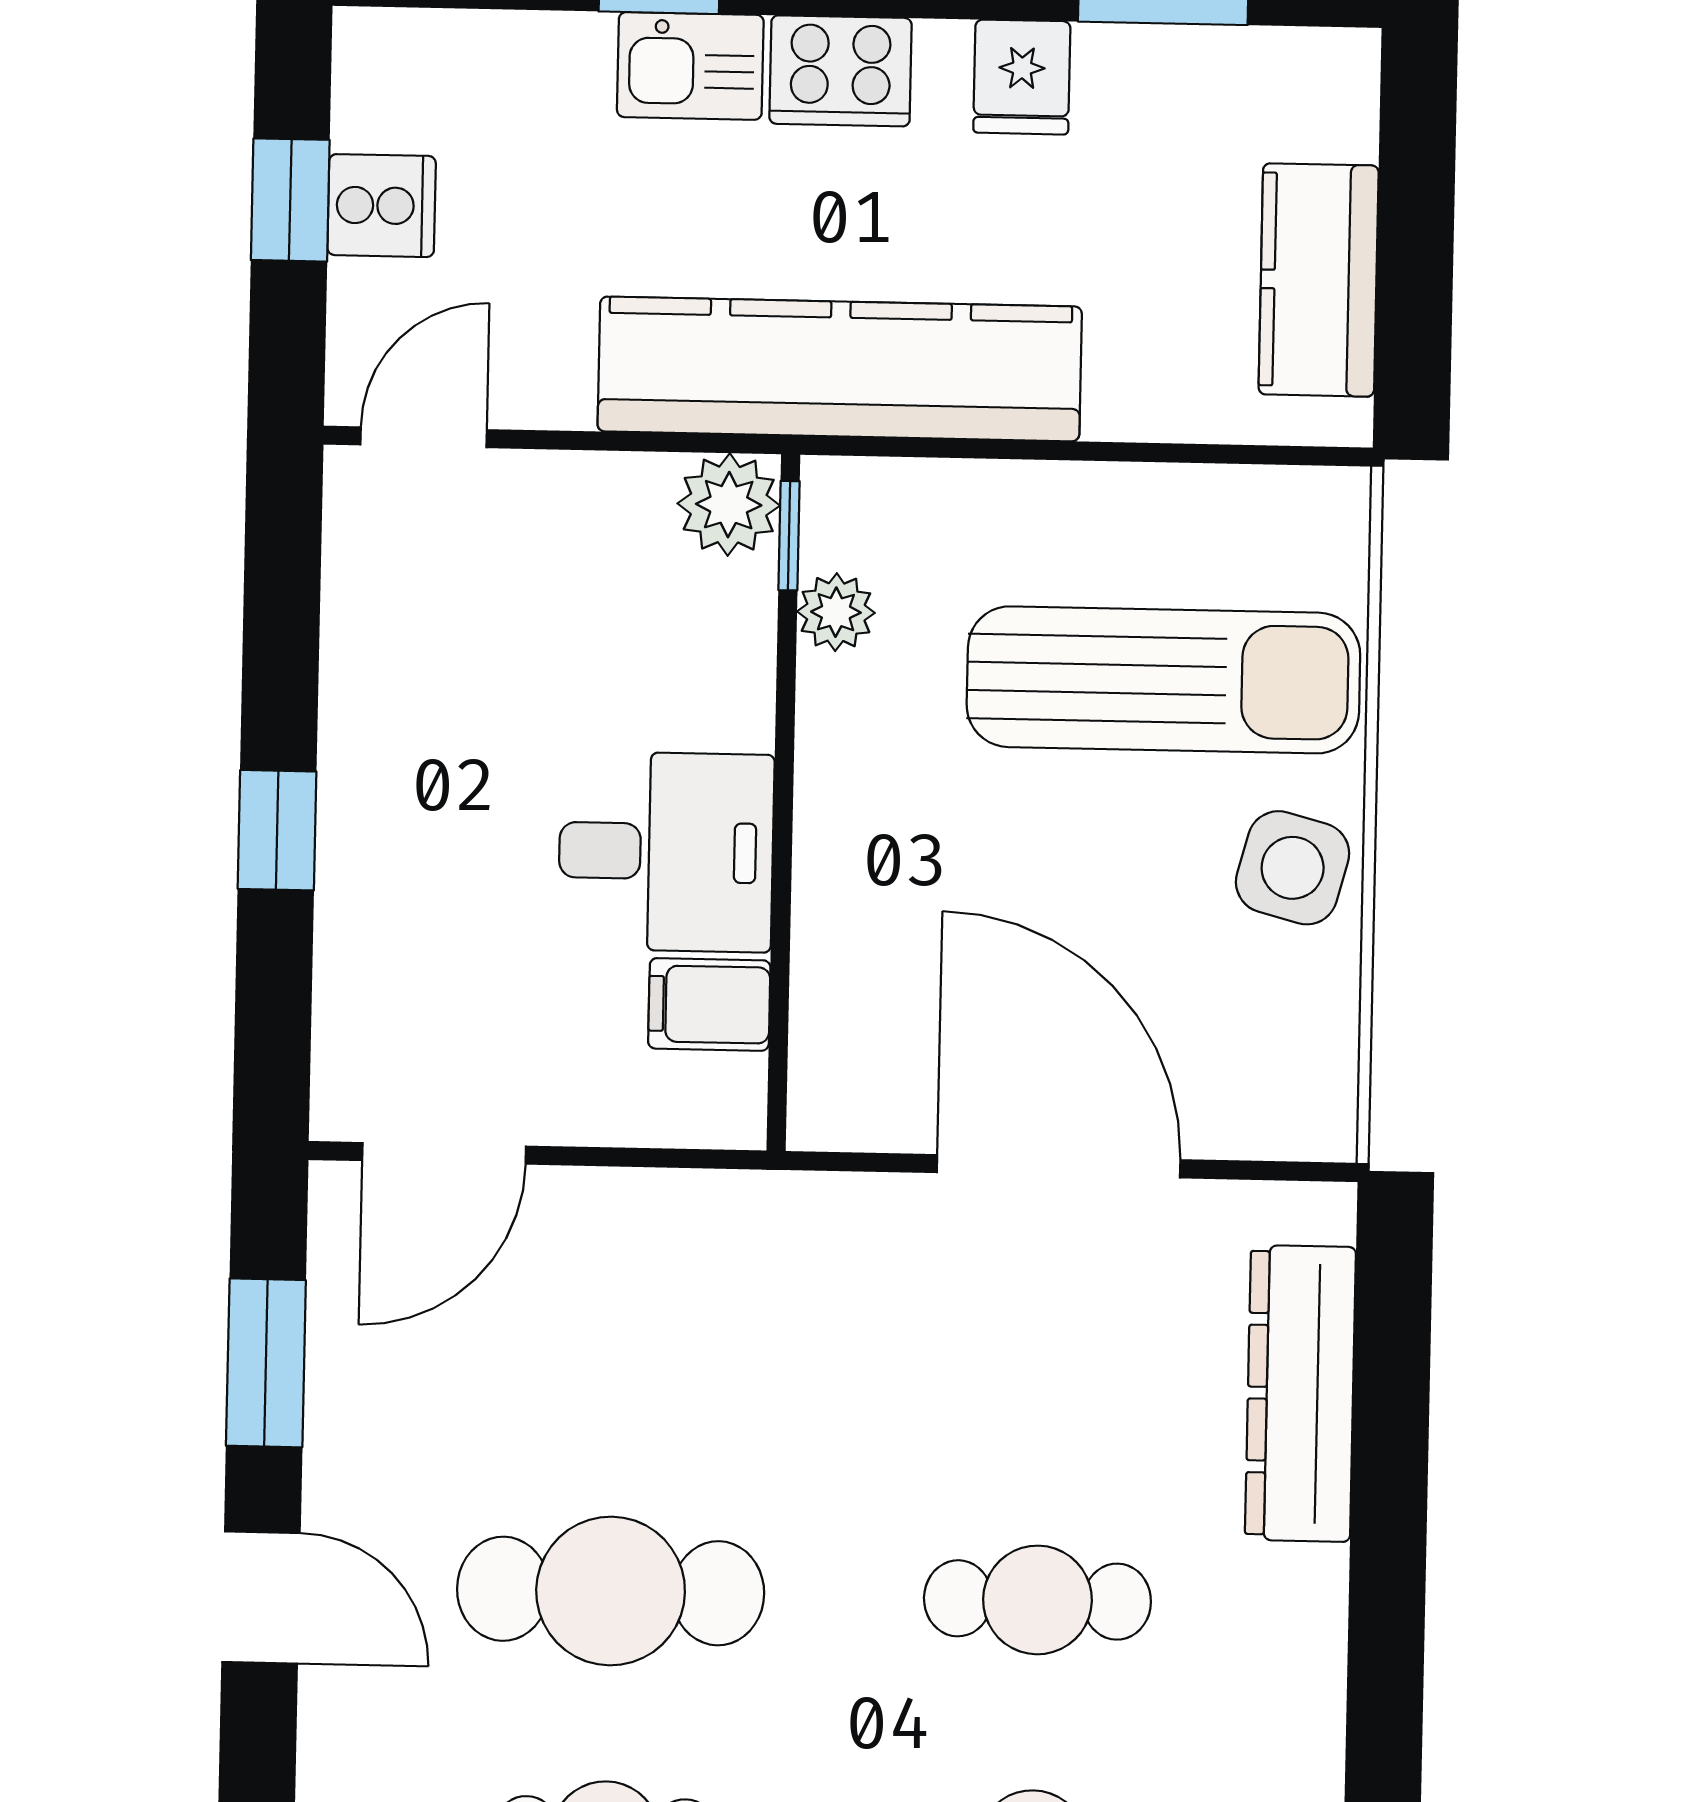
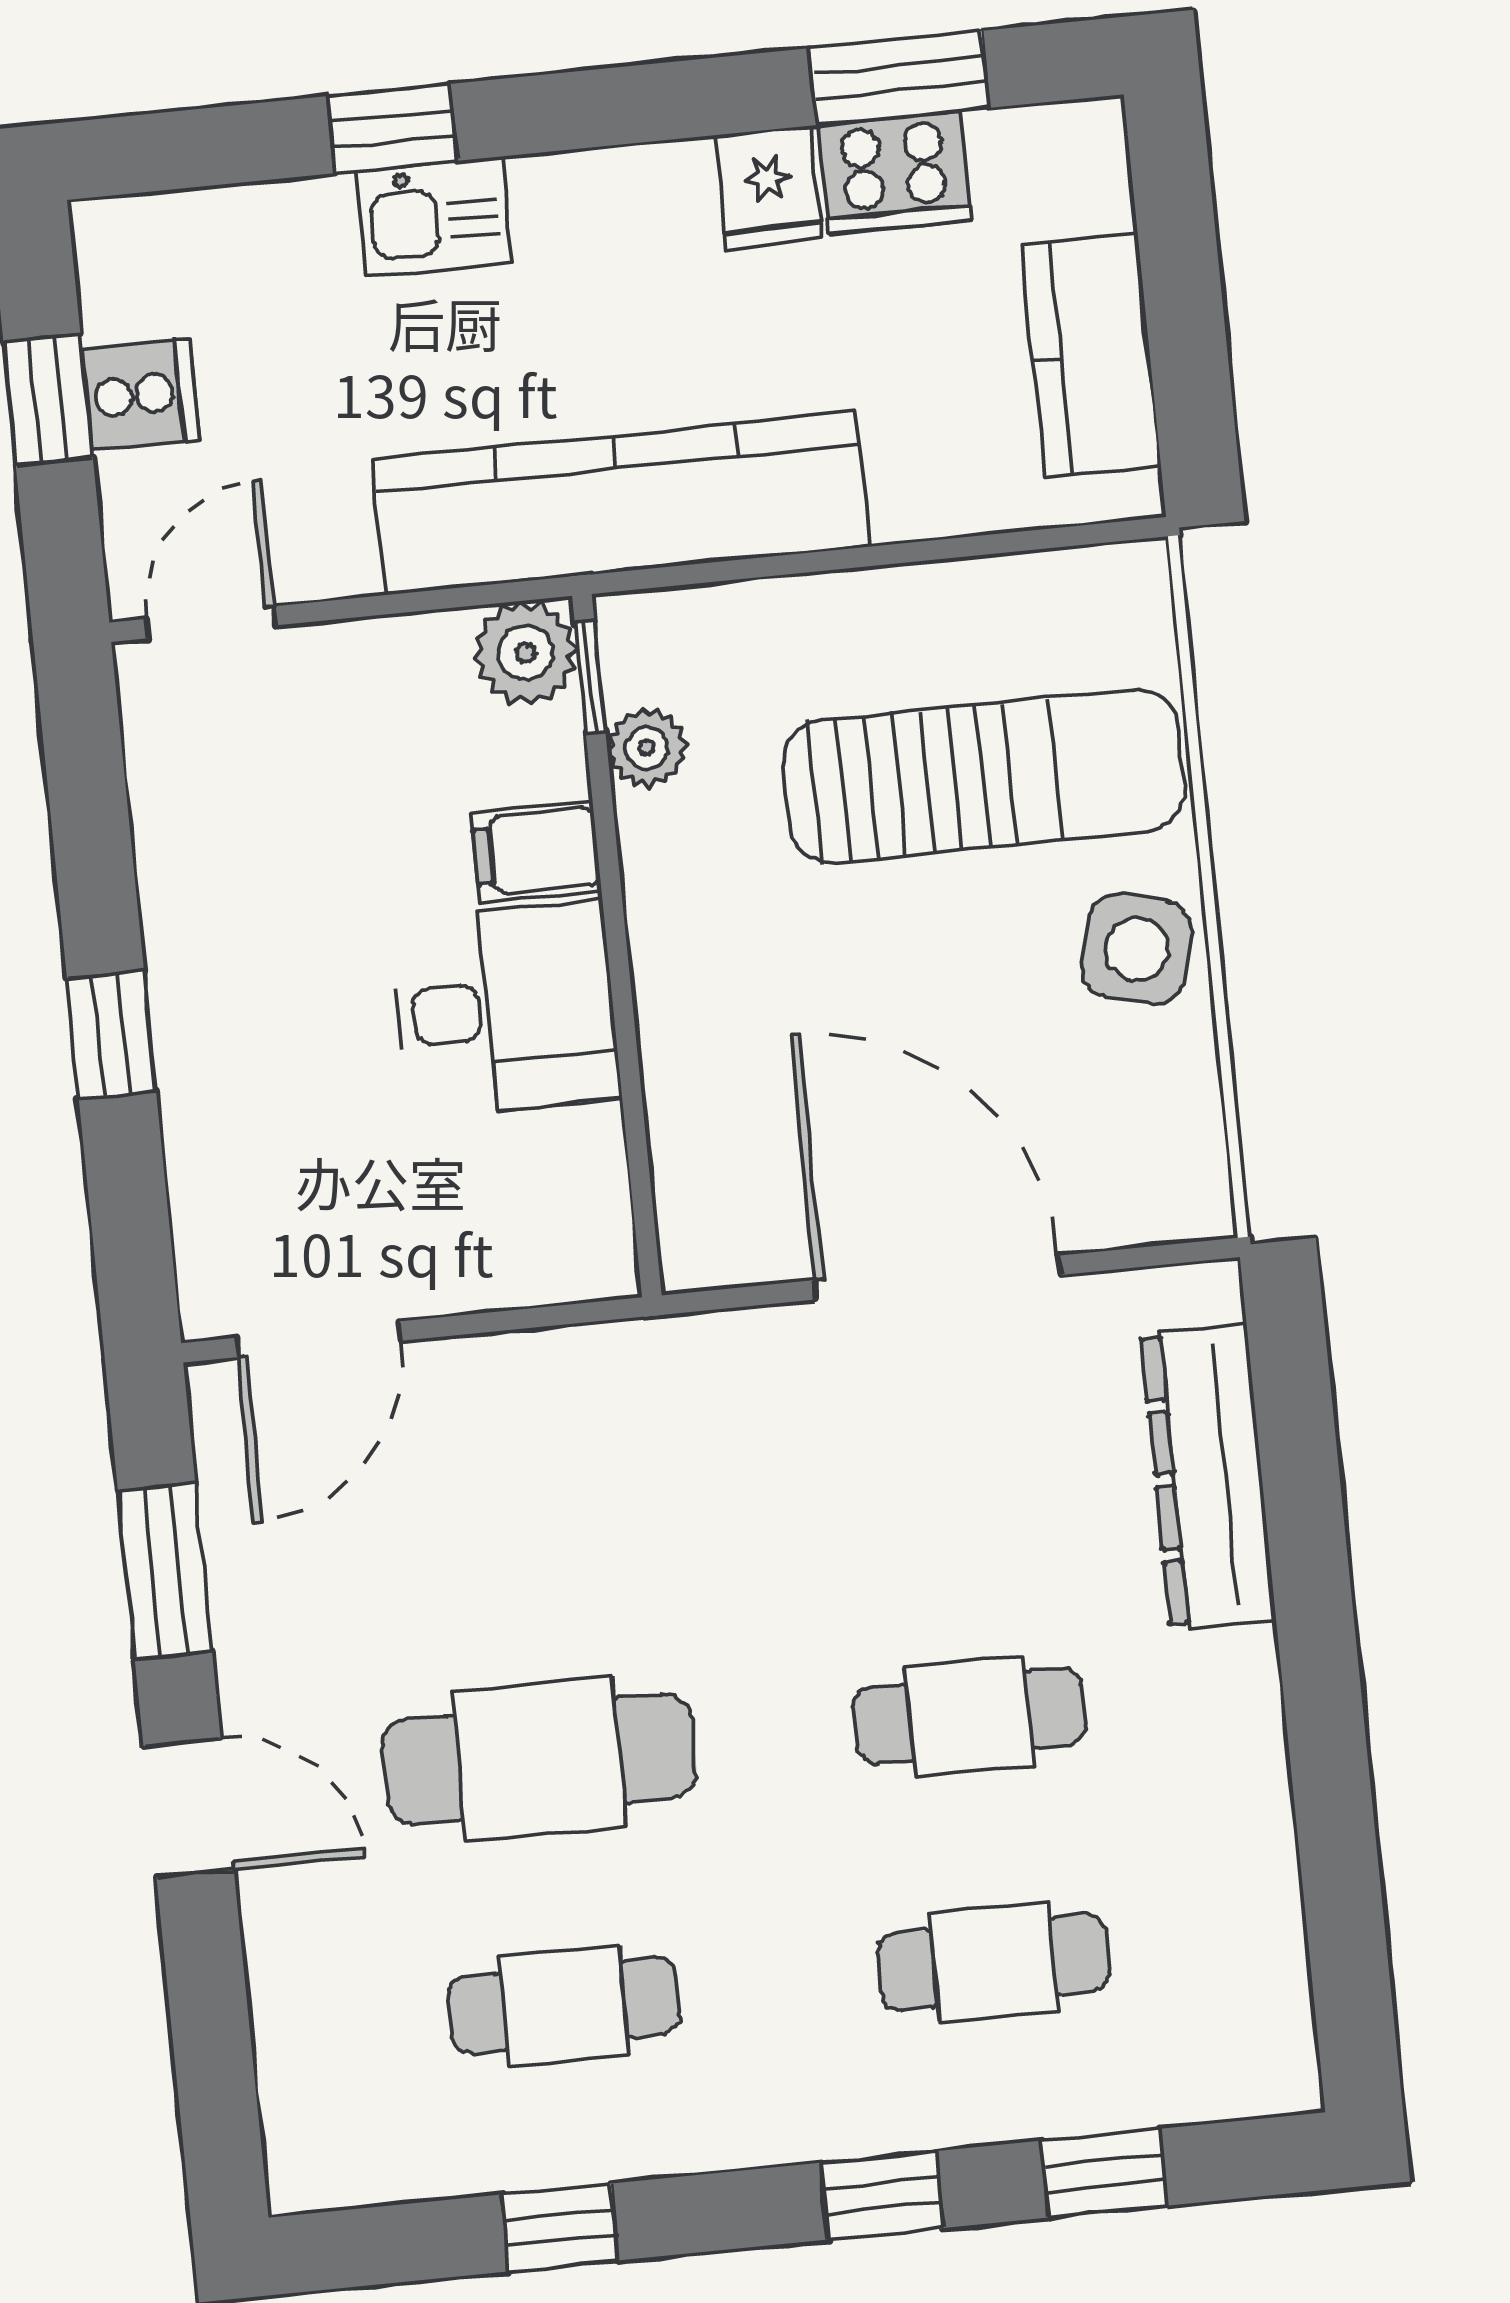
cooker: (840, 71) -> (894, 172), moved
filing cabinet: (709, 1004) -> (536, 852), moved

